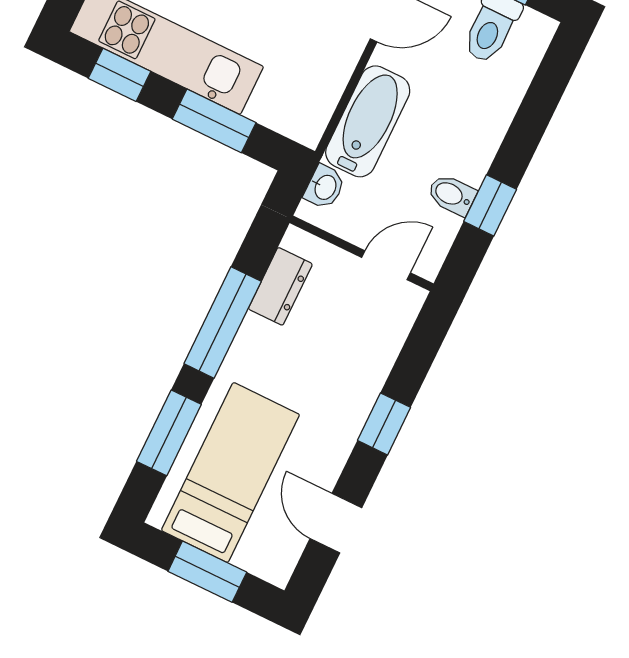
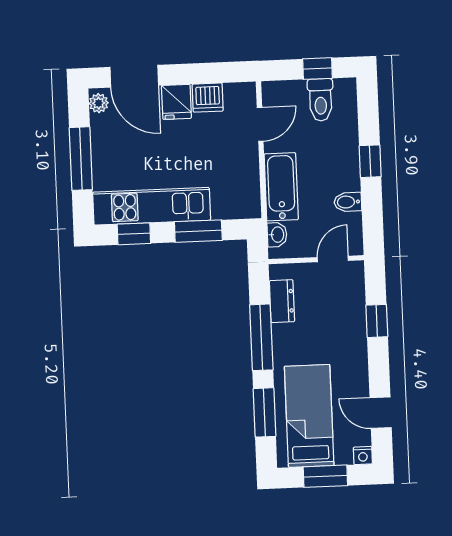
window: (490, 205) -> (370, 161), moved
window: (384, 424) -> (377, 321), moved
nightstand: (277, 571) -> (363, 456), added

